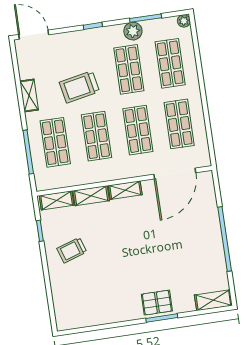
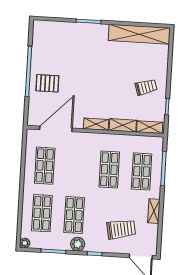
plant: (133, 31) -> (78, 244), moved
trolley: (79, 87) -> (121, 229), moved
shop shelf: (138, 130) -> (77, 168), removed
shelving: (213, 300) -> (139, 34), moved, width x2.20, depth x1.33
pallet: (157, 303) -> (47, 83), moved

